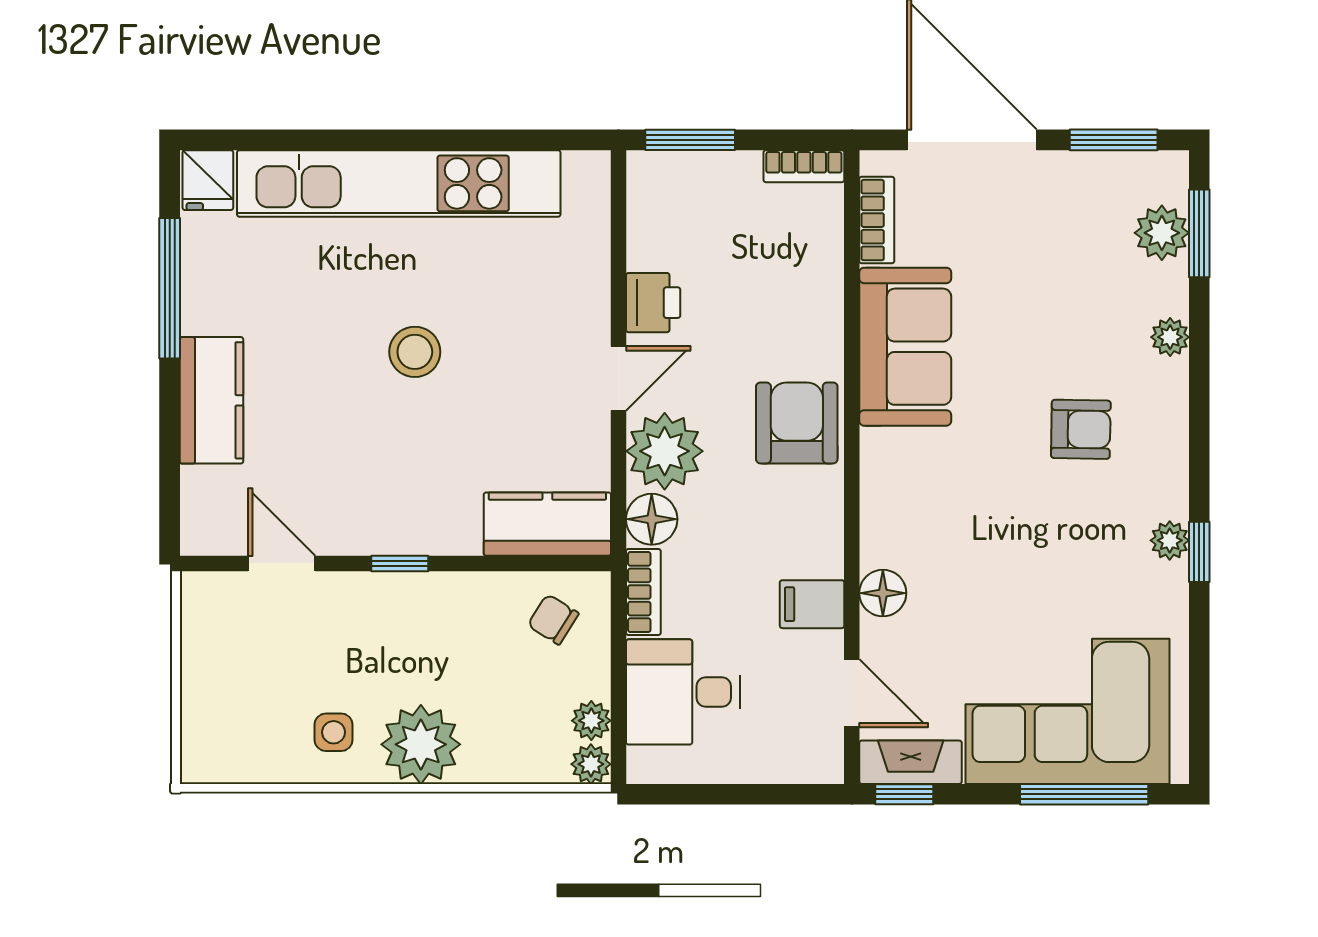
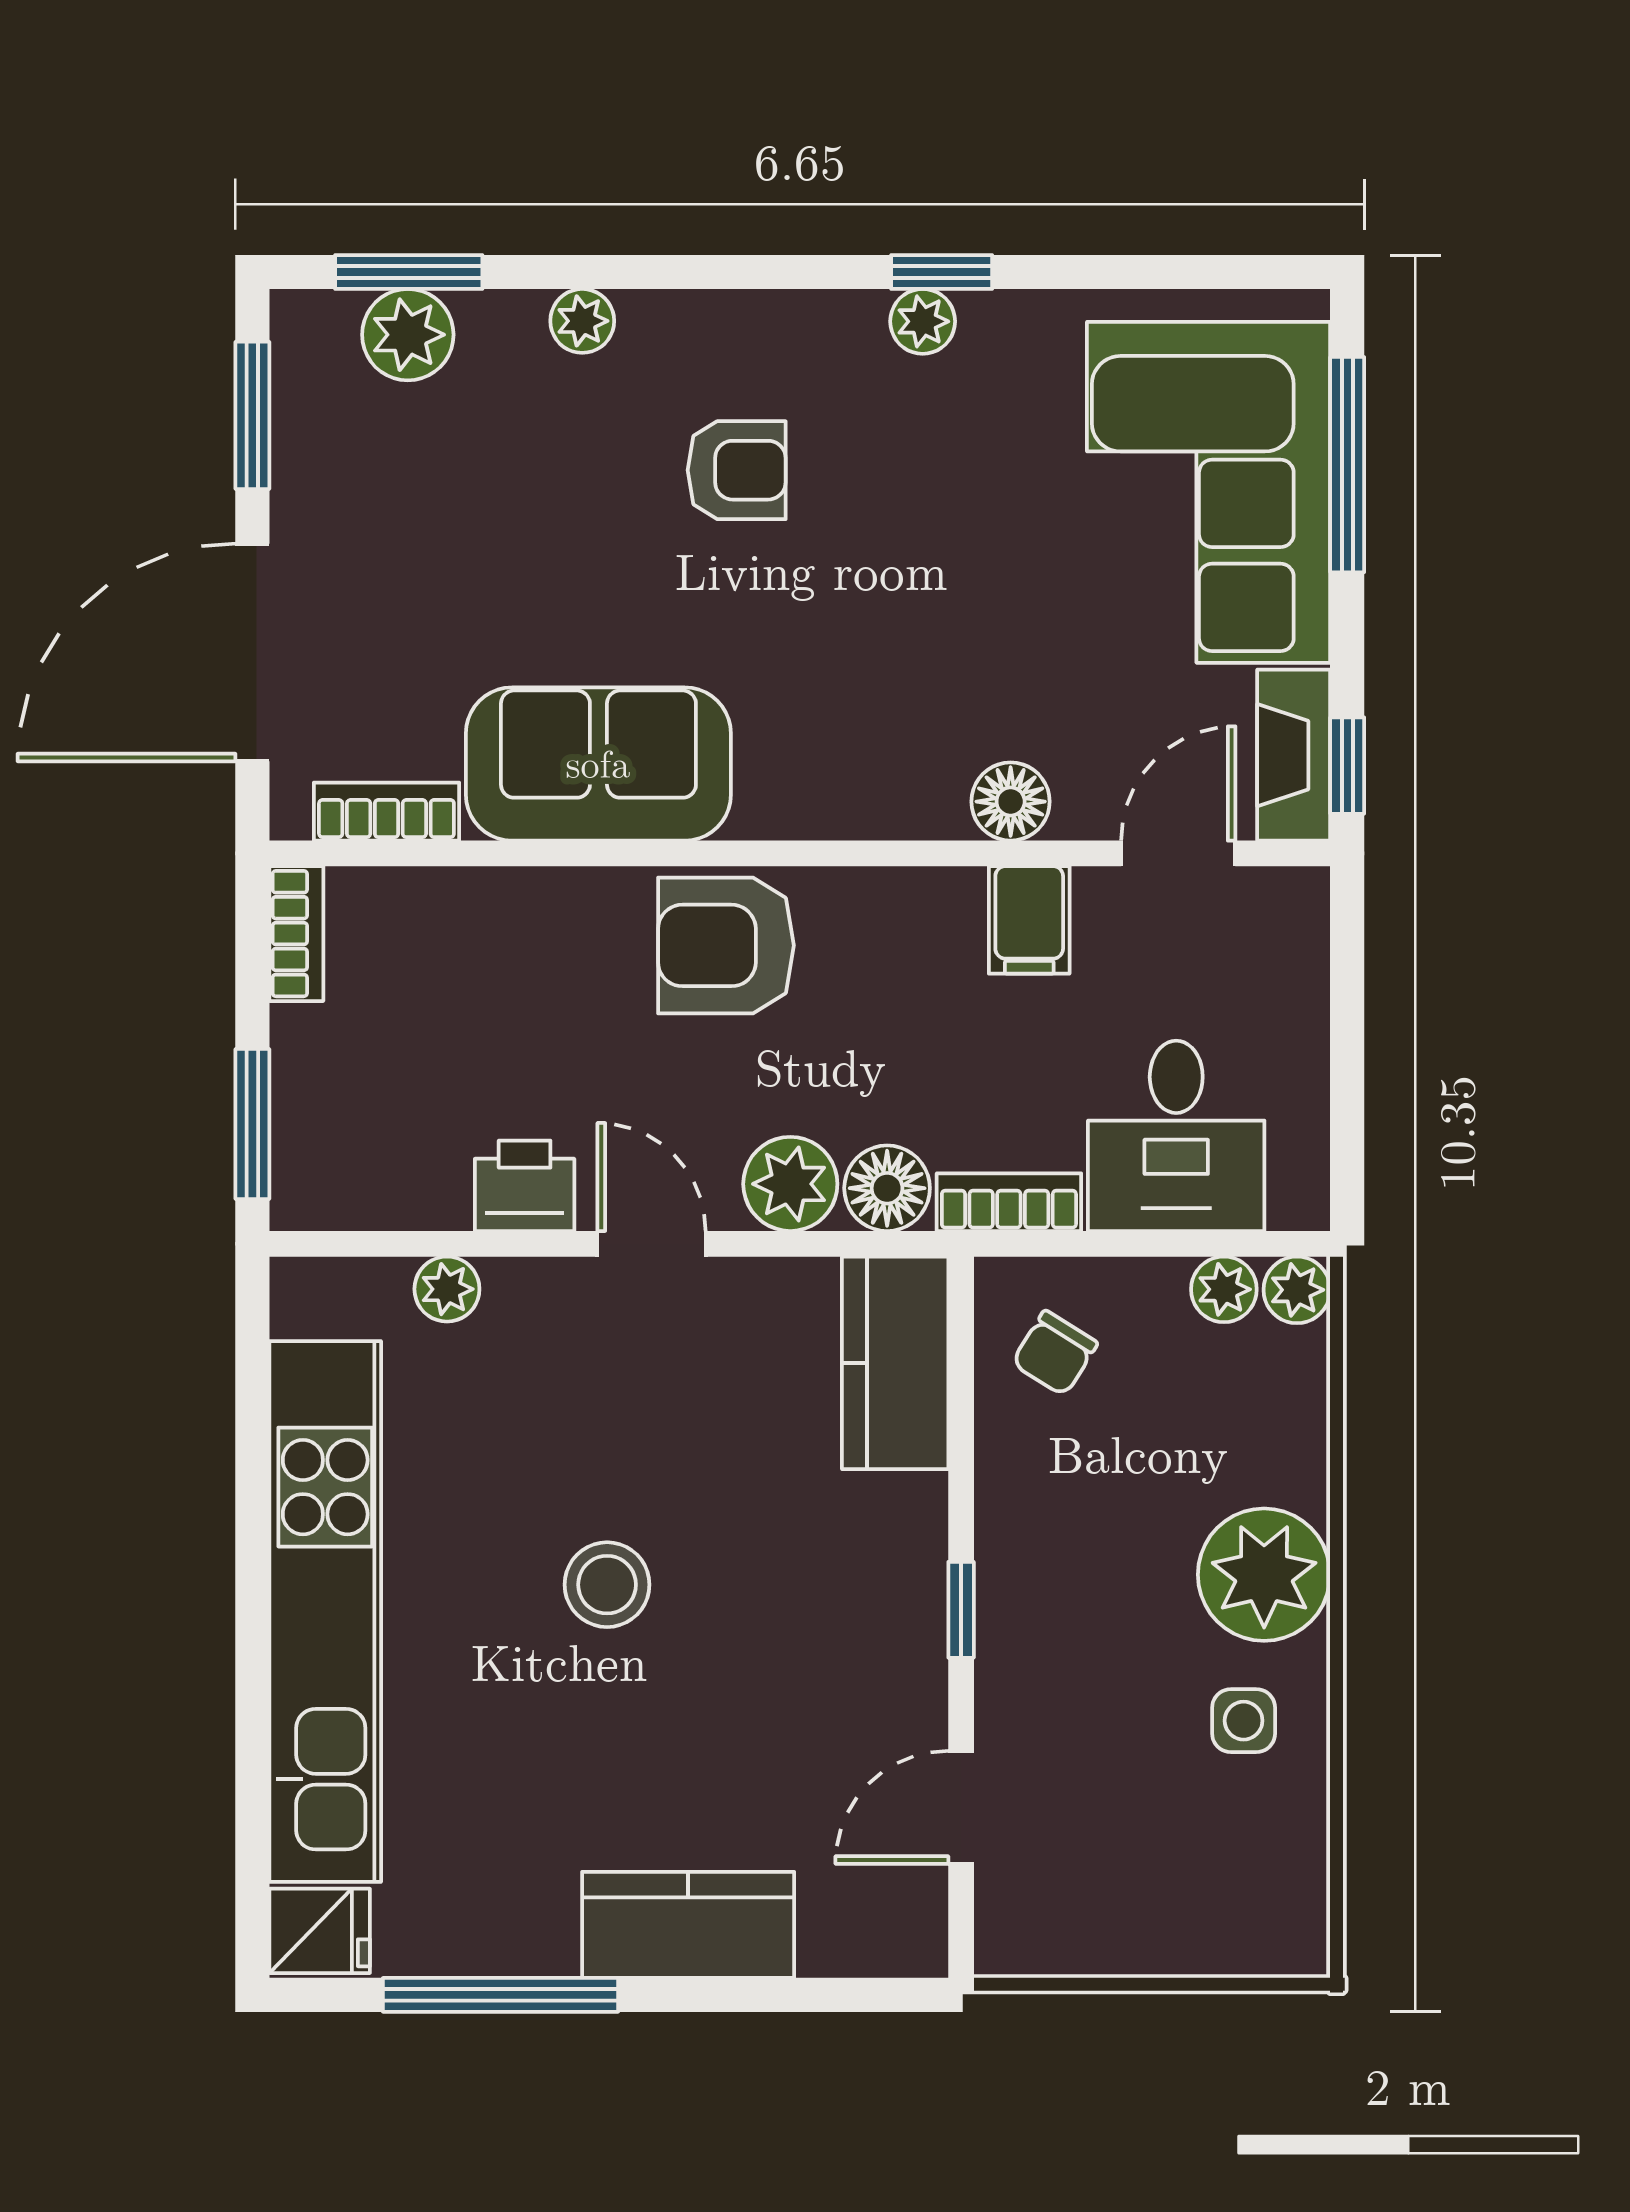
plant: (591, 256) -> (447, 1289), added
armchair: (1081, 429) -> (737, 470), turned 89
plant: (665, 451) -> (790, 1184), width x0.73, depth x0.73

